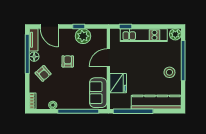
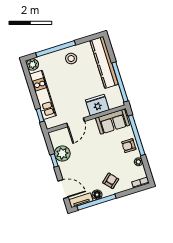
door: (49, 26) -> (63, 189), hinge flipped
door: (108, 58) -> (76, 122), hinge flipped
armchair: (68, 61) -> (129, 146), moved

